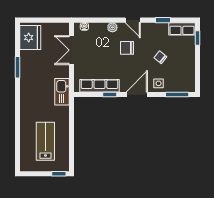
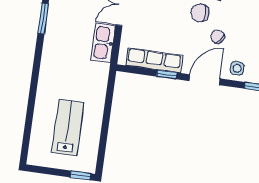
chair: (160, 57) -> (218, 37), moved
kitchen sink: (62, 92) -> (103, 43), moved

